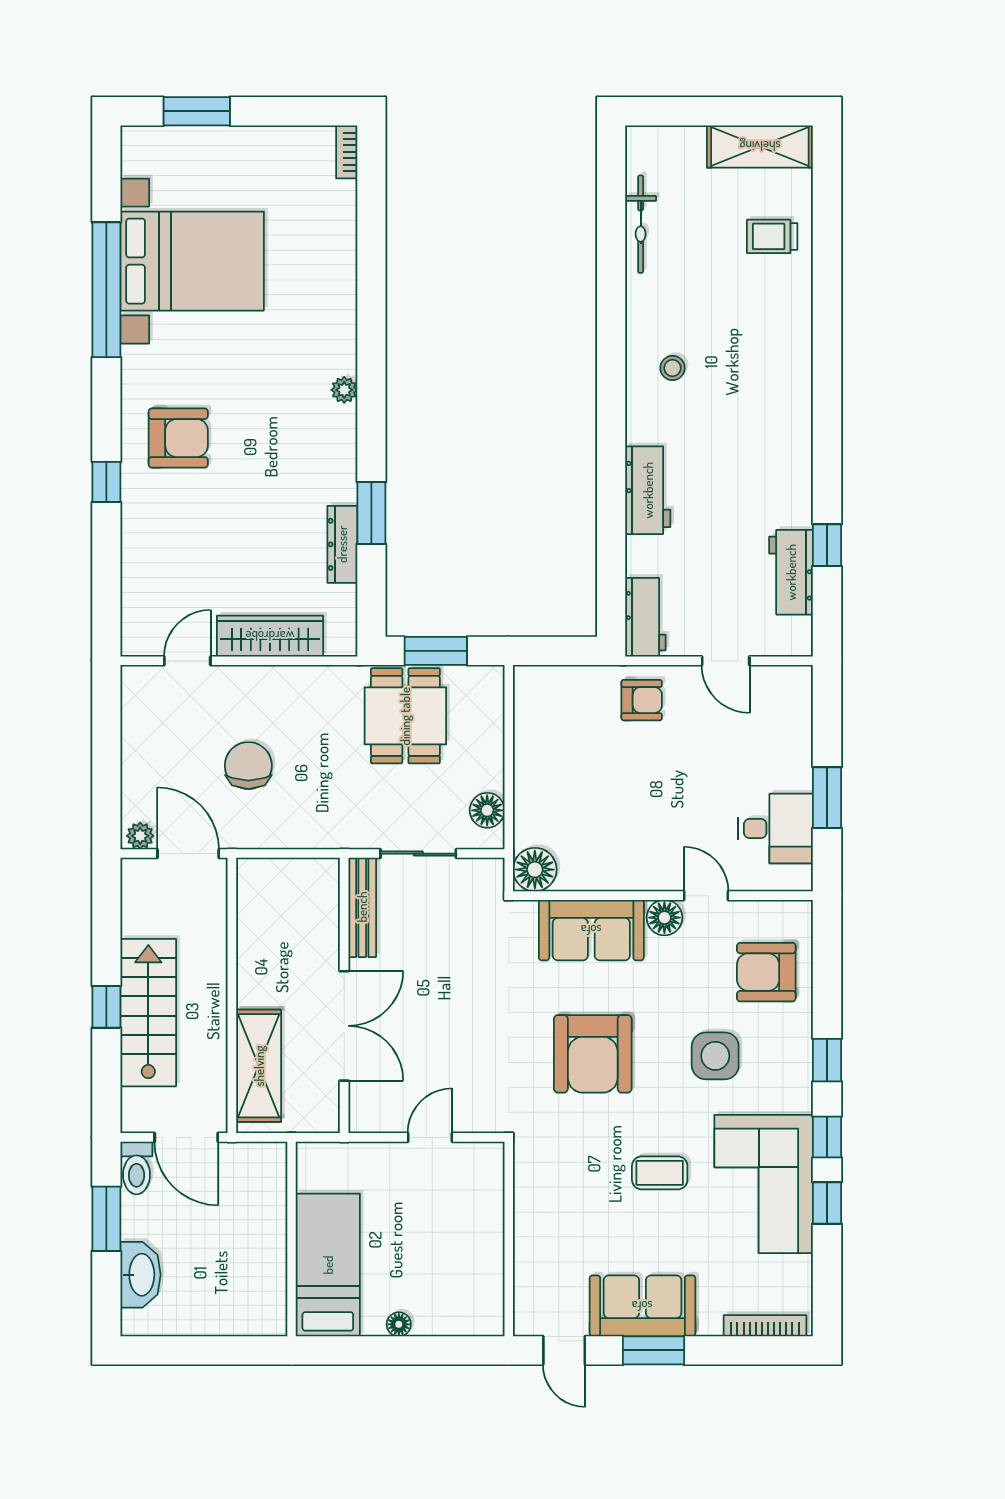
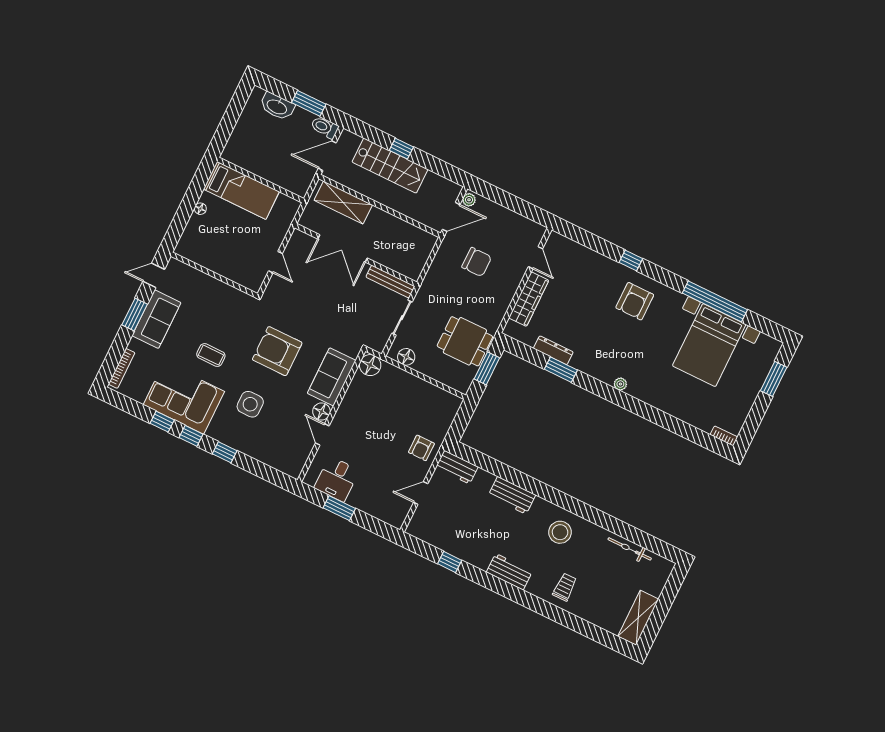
trolley: (772, 236) -> (565, 587), moved
stool: (672, 368) -> (560, 532), width x1.89, depth x1.89
workbench: (791, 572) -> (509, 572), moved
door: (706, 896) -> (322, 434), swing flipped
armchair: (766, 972) -> (276, 444), removed
coffee table: (660, 1173) -> (211, 355), turned 90

